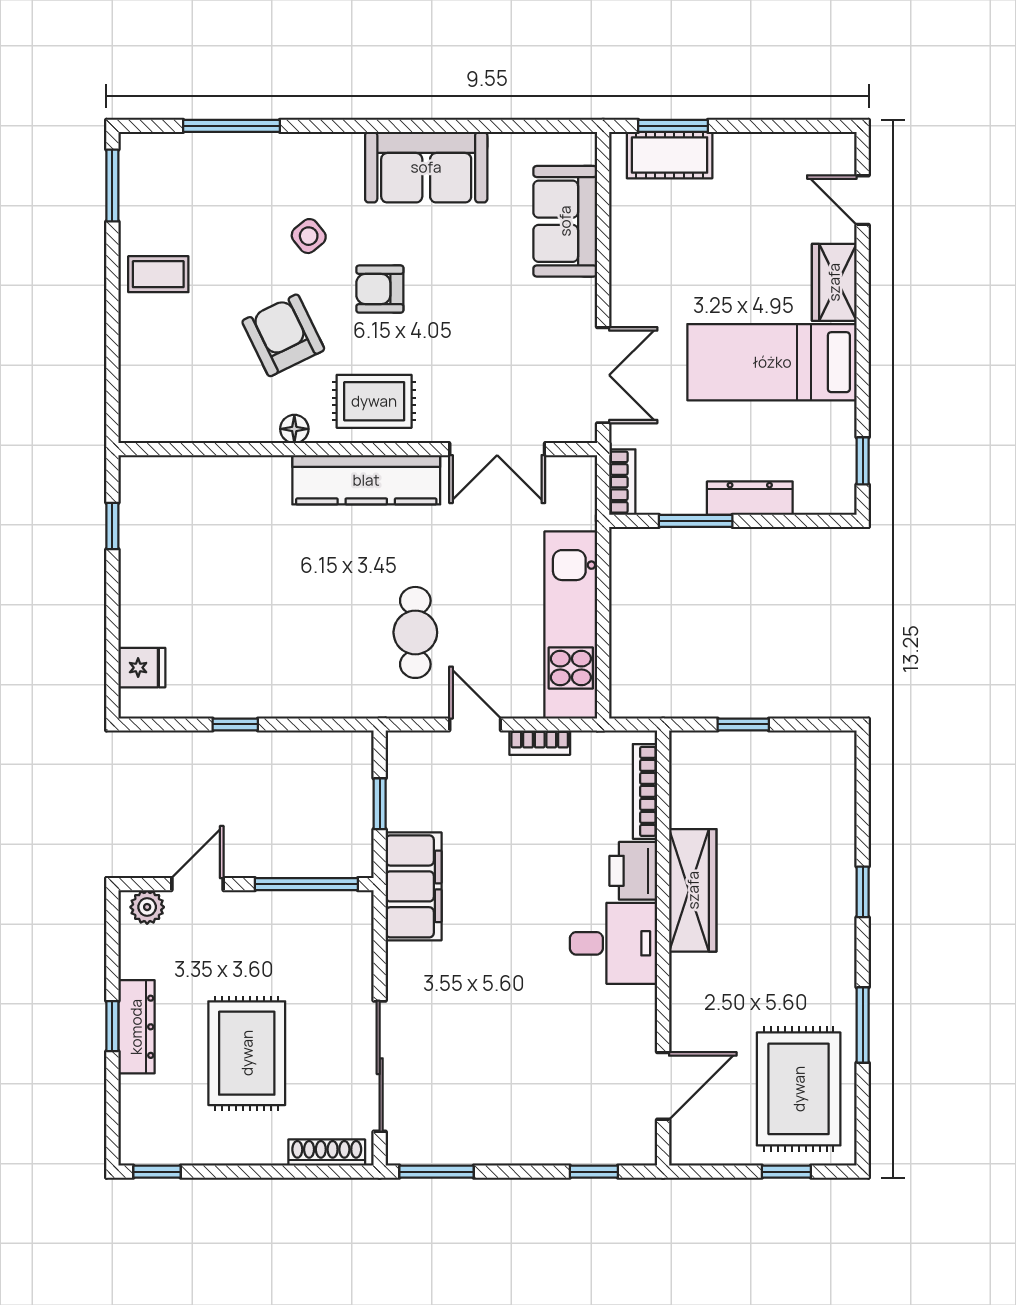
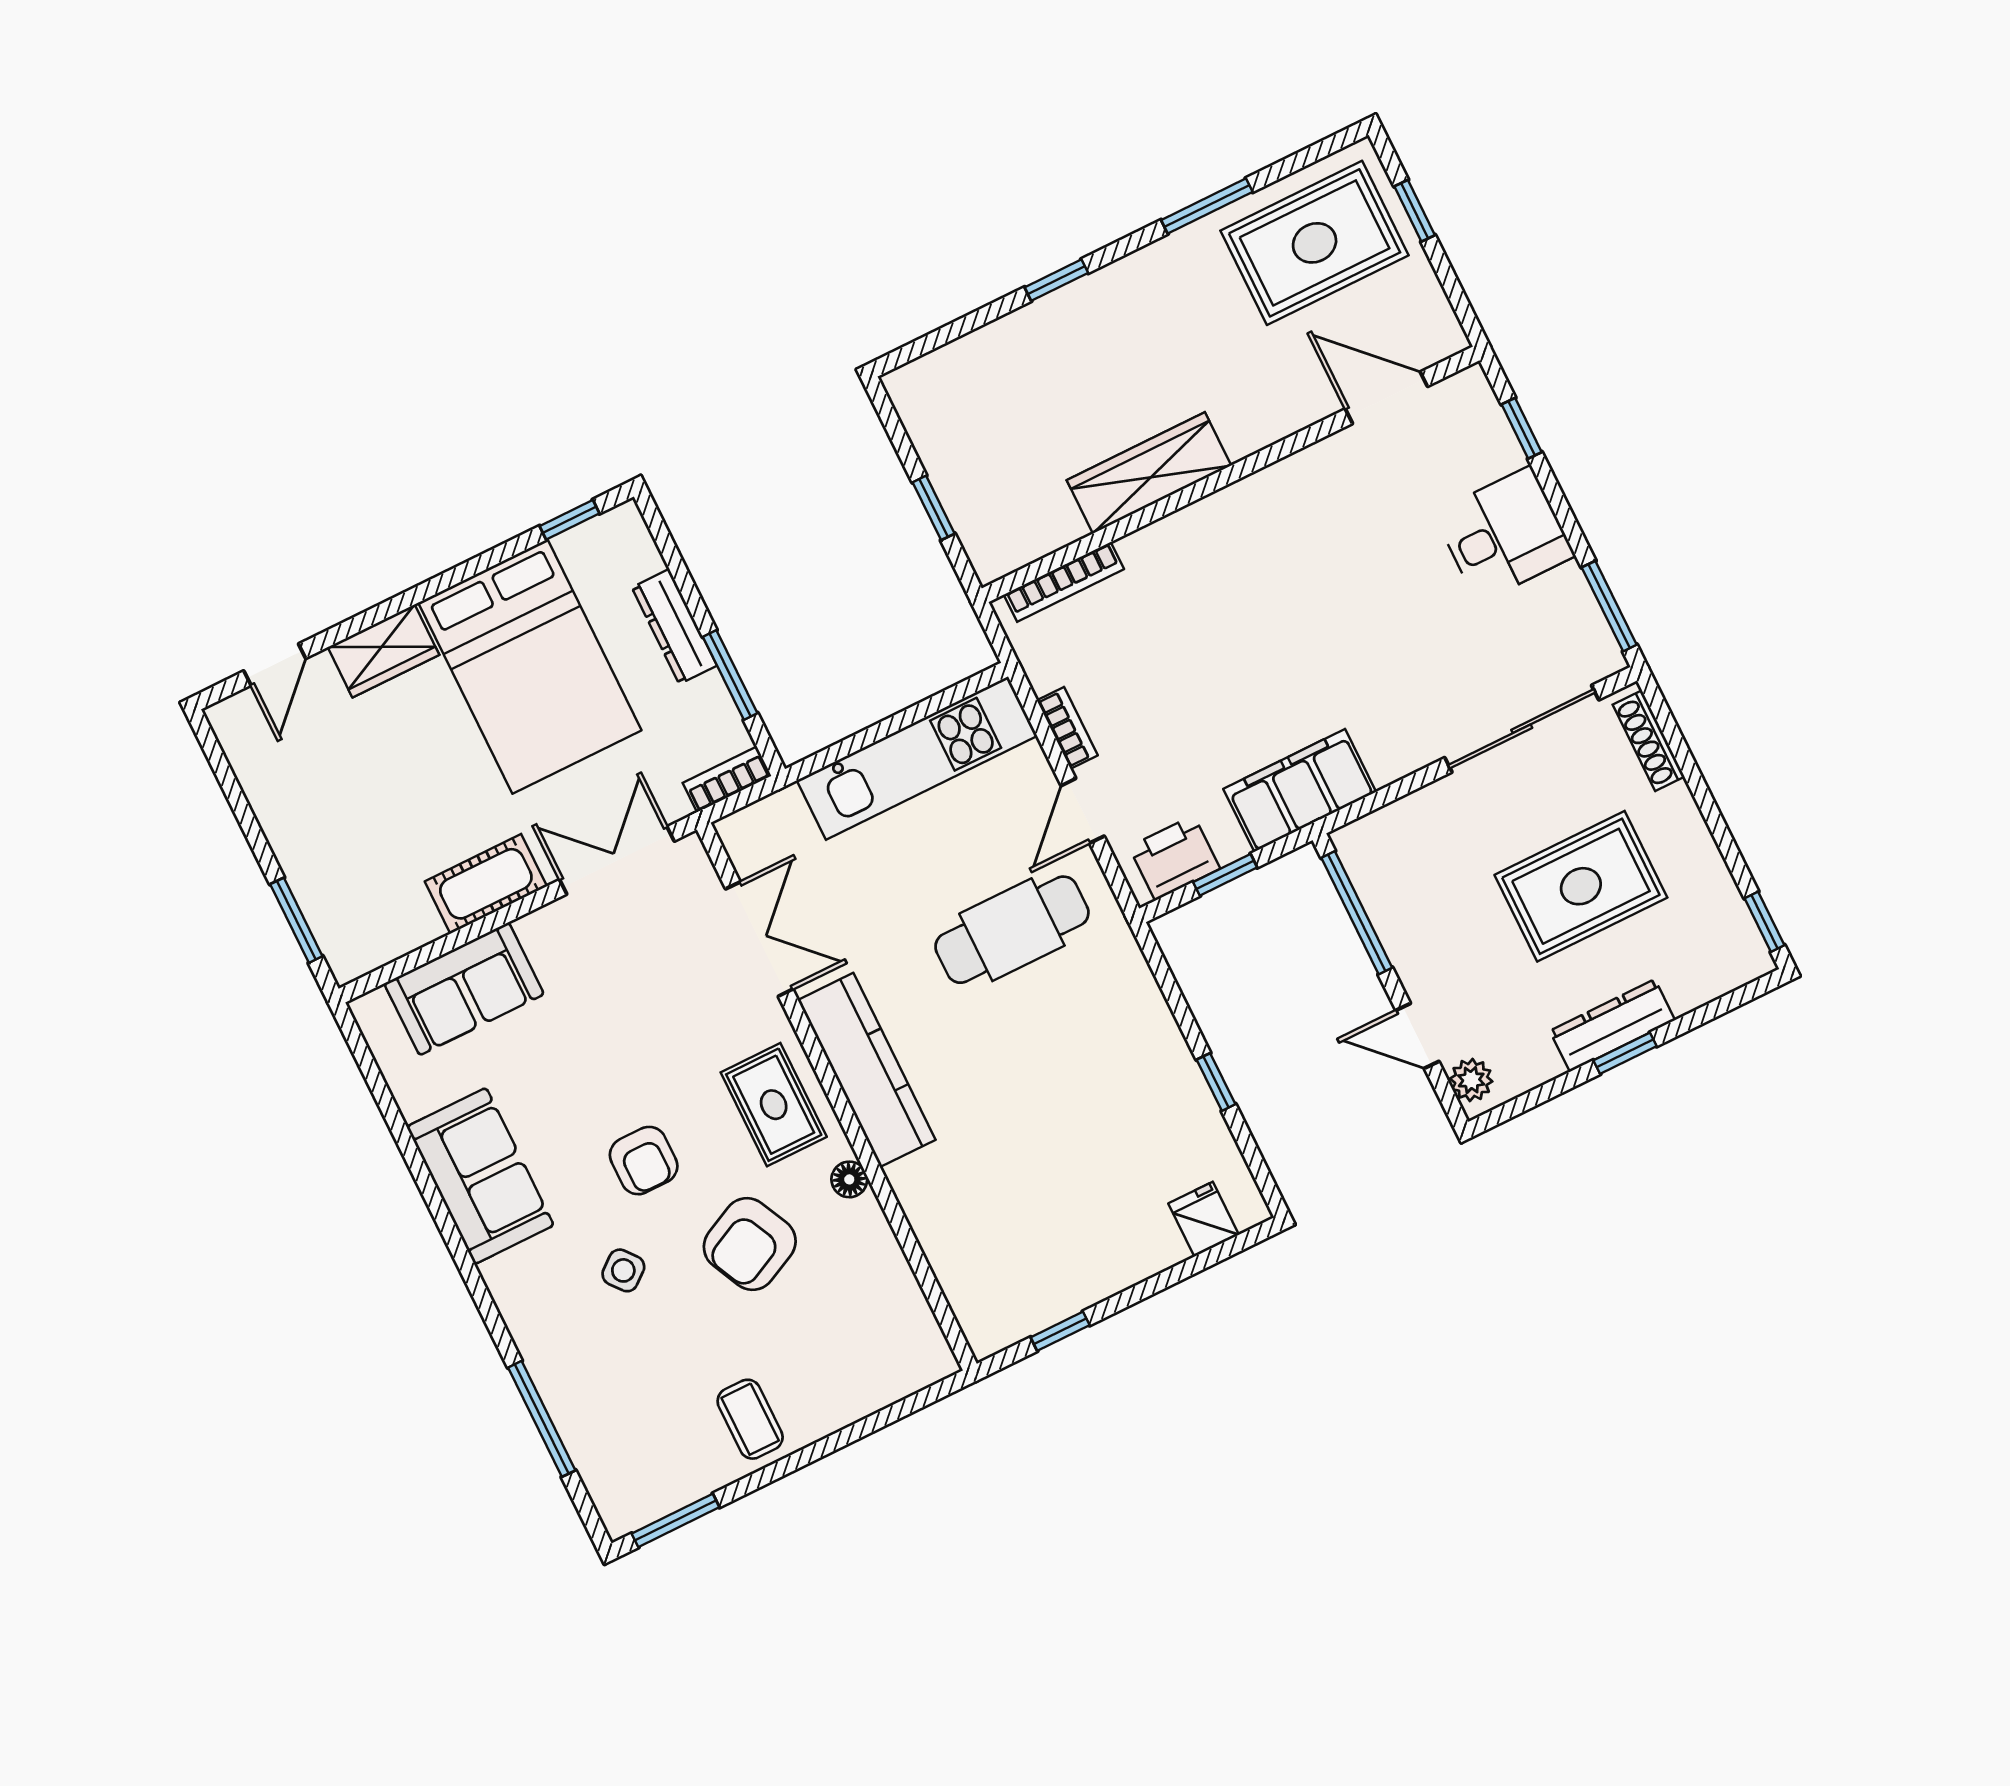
cot: (670, 155) -> (486, 884), moved, turned 90
bed: (772, 362) -> (530, 666), width x1.50
cafe table: (415, 632) -> (1012, 930), width x1.37, depth x1.35
printer: (633, 871) -> (1174, 858), moved, turned 180
desk: (613, 943) -> (1504, 535), moved, turned 90

